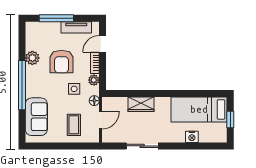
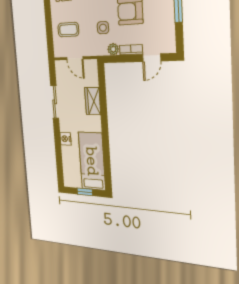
tv unit: (76, 27) -> (168, 26), removed
door: (103, 44) -> (152, 58), swing flipped
floor lamp: (94, 101) -> (93, 51), removed
nightstand: (192, 137) -> (65, 139), moved

